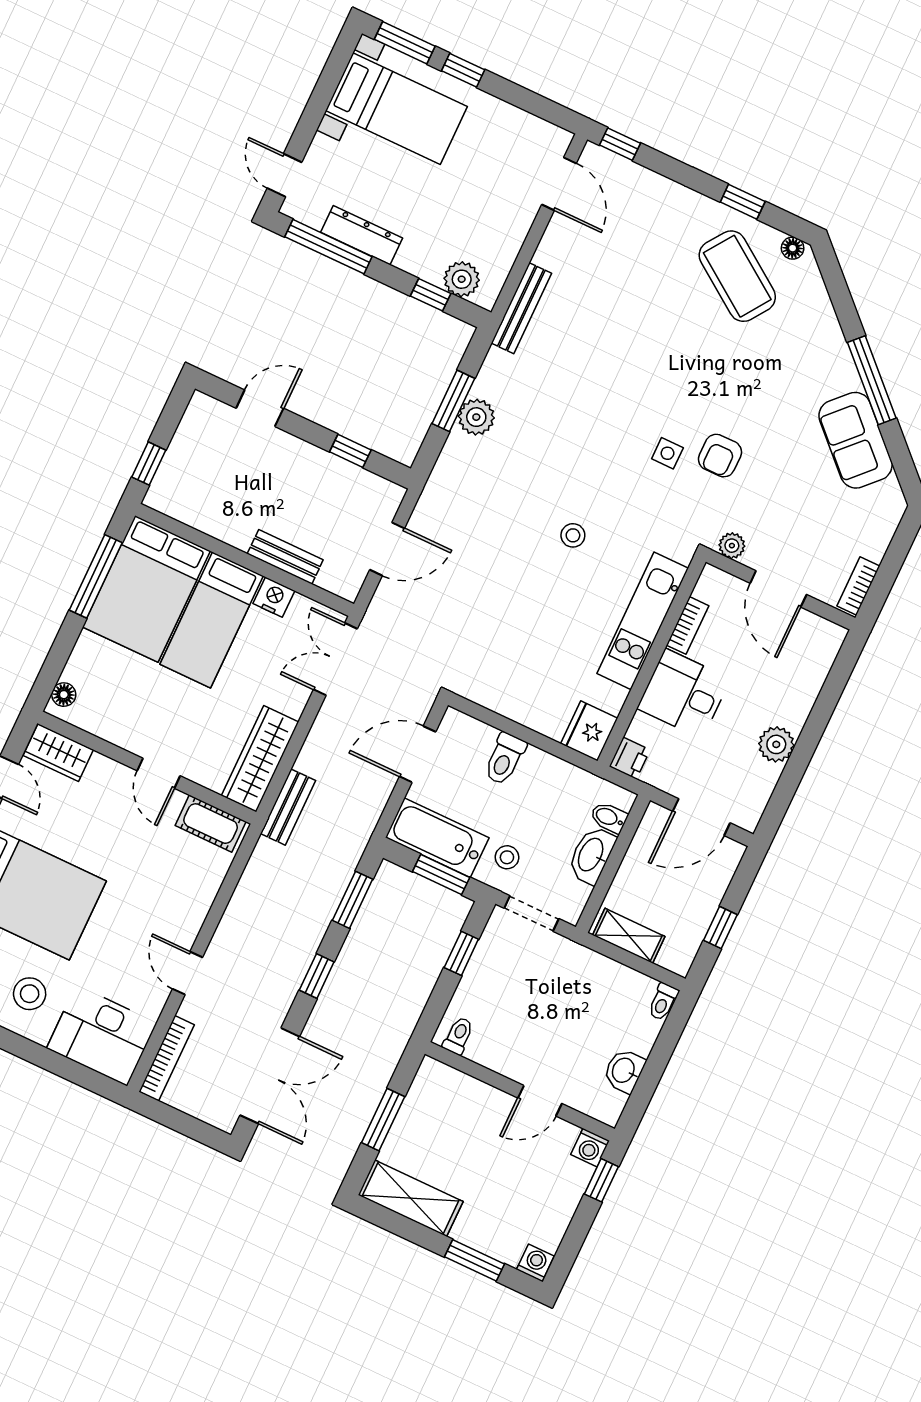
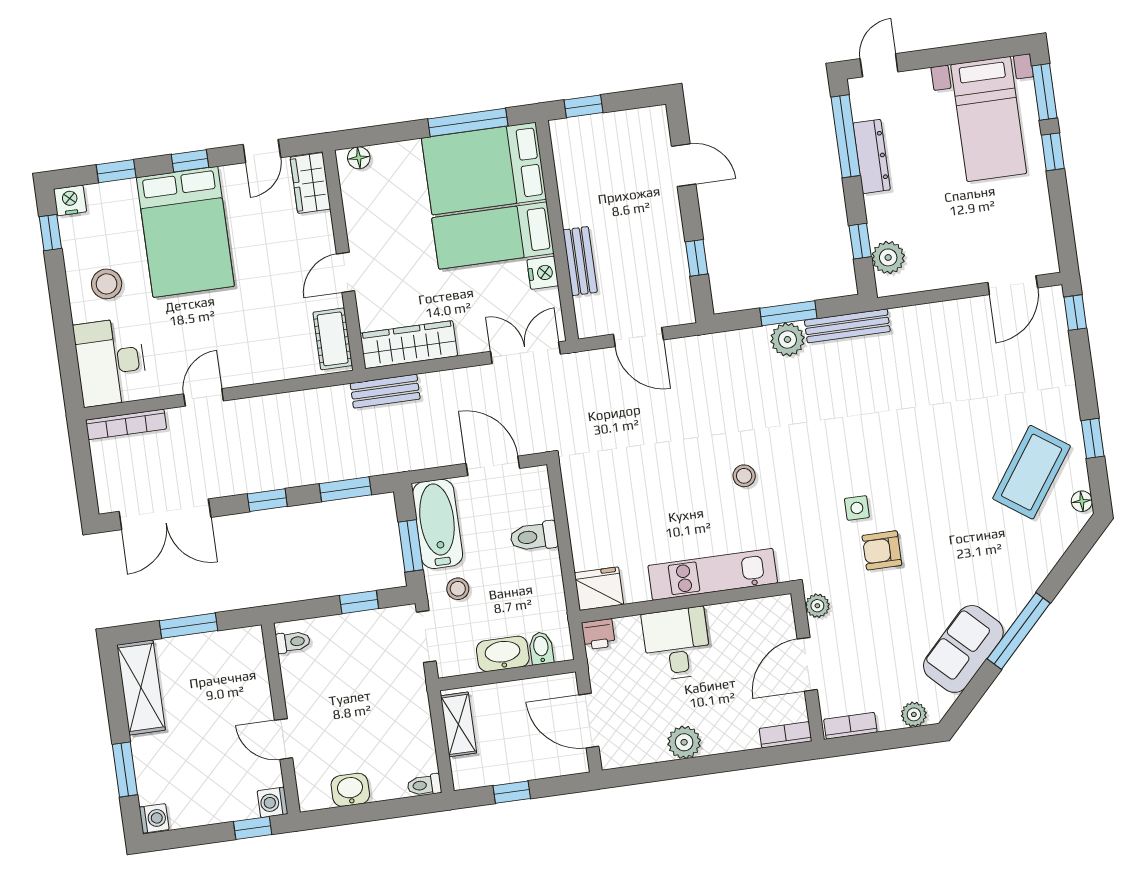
bench: (521, 308) -> (847, 326), moved
plant: (885, 523) -> (914, 714), added
bookcase: (688, 625) -> (785, 735), moved, turned 180

